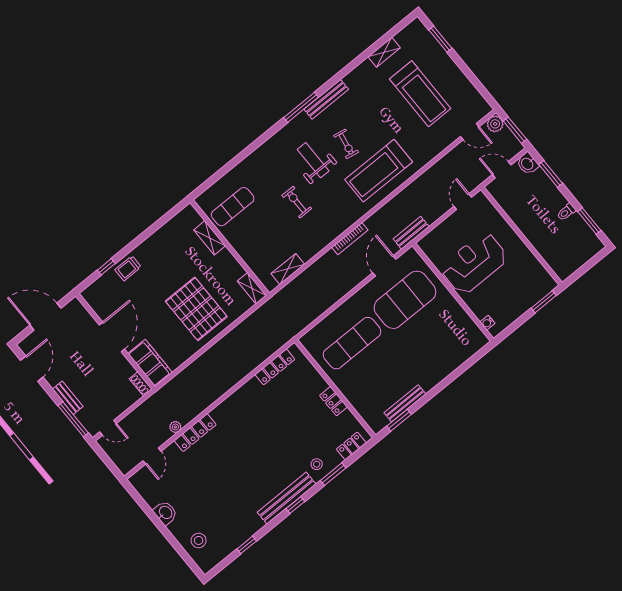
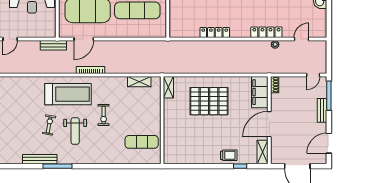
treadmill: (379, 171) -> (68, 94), moved
shelving: (210, 238) -> (263, 152), moved
pallet: (196, 309) -> (209, 101), turned 90
locker: (275, 367) -> (215, 32), moved
door: (108, 428) -> (313, 75), swing flipped

